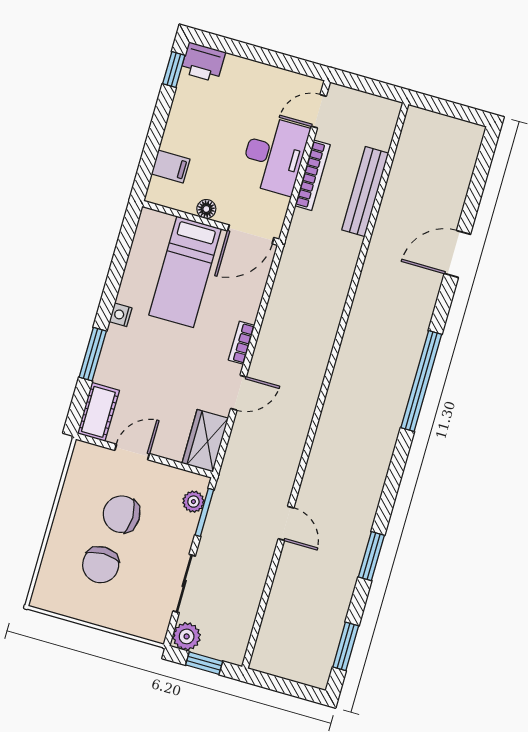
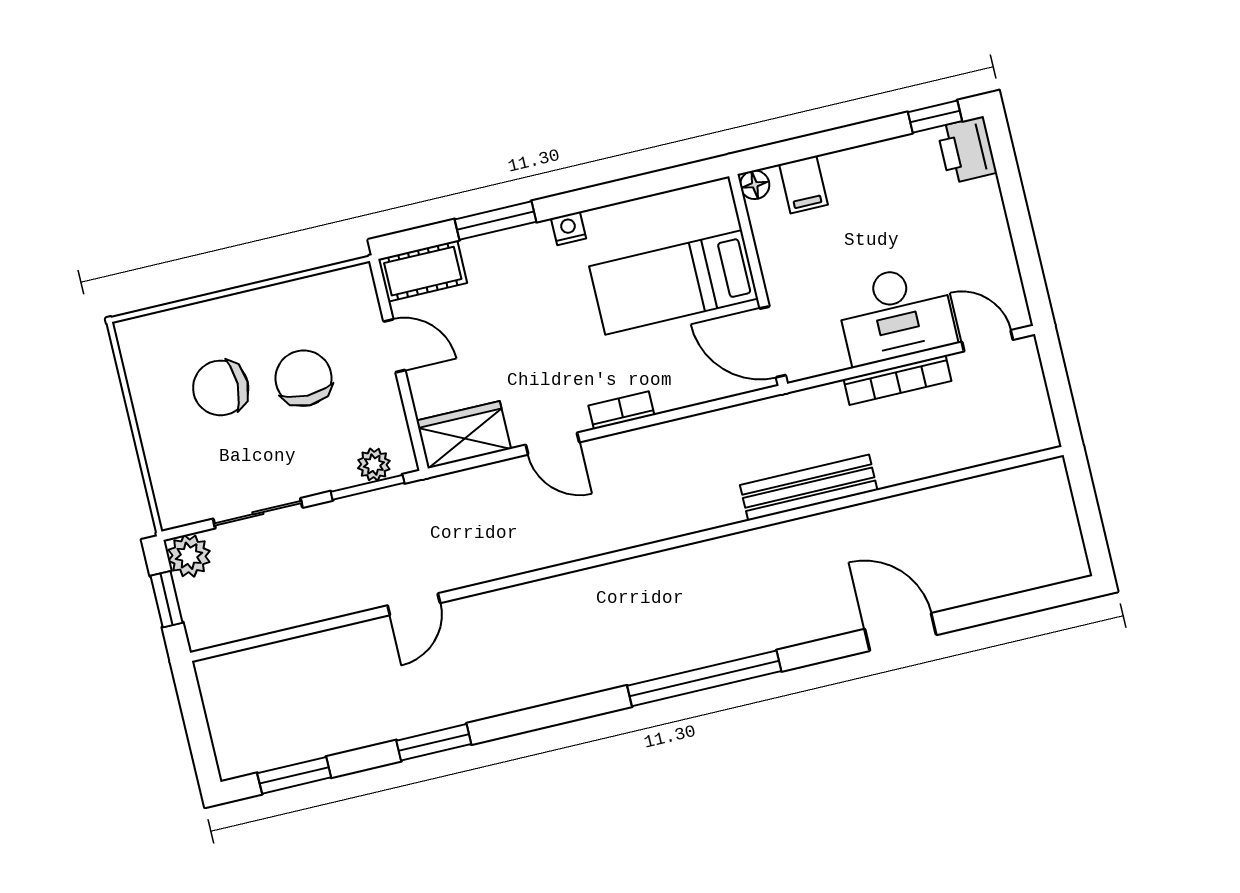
bench: (365, 192) -> (809, 488), moved
floor lamp: (206, 209) -> (755, 185), moved

